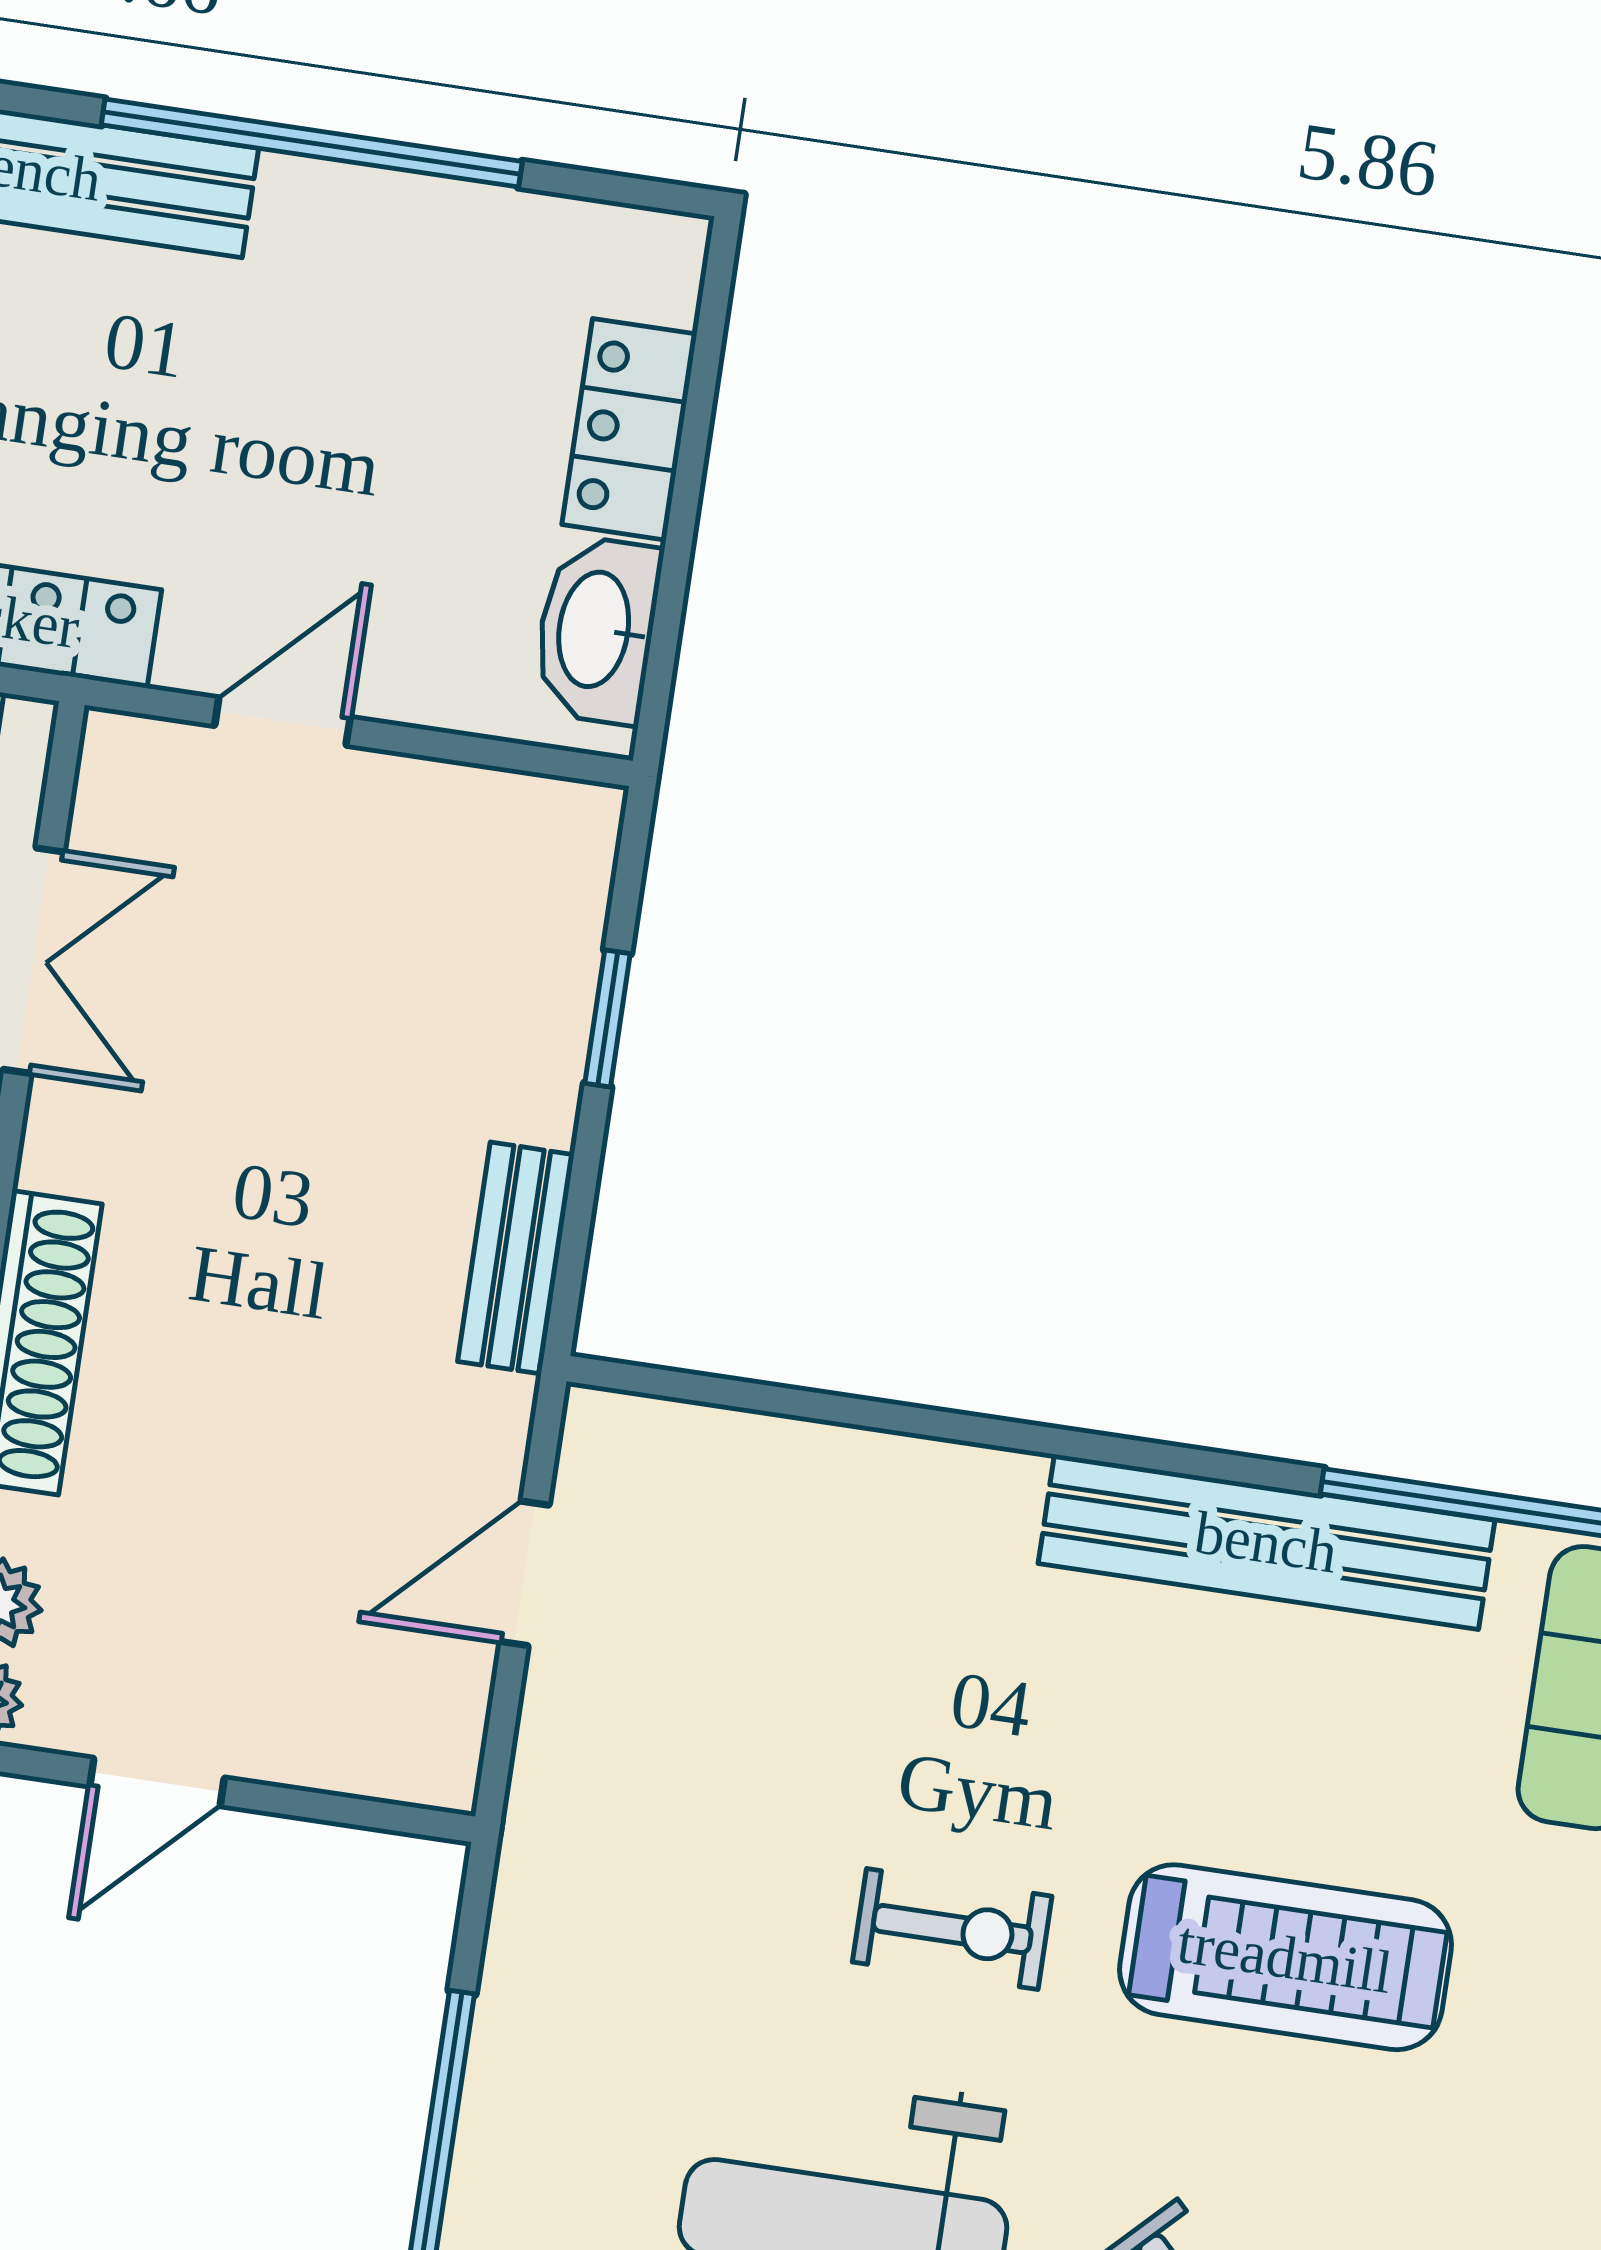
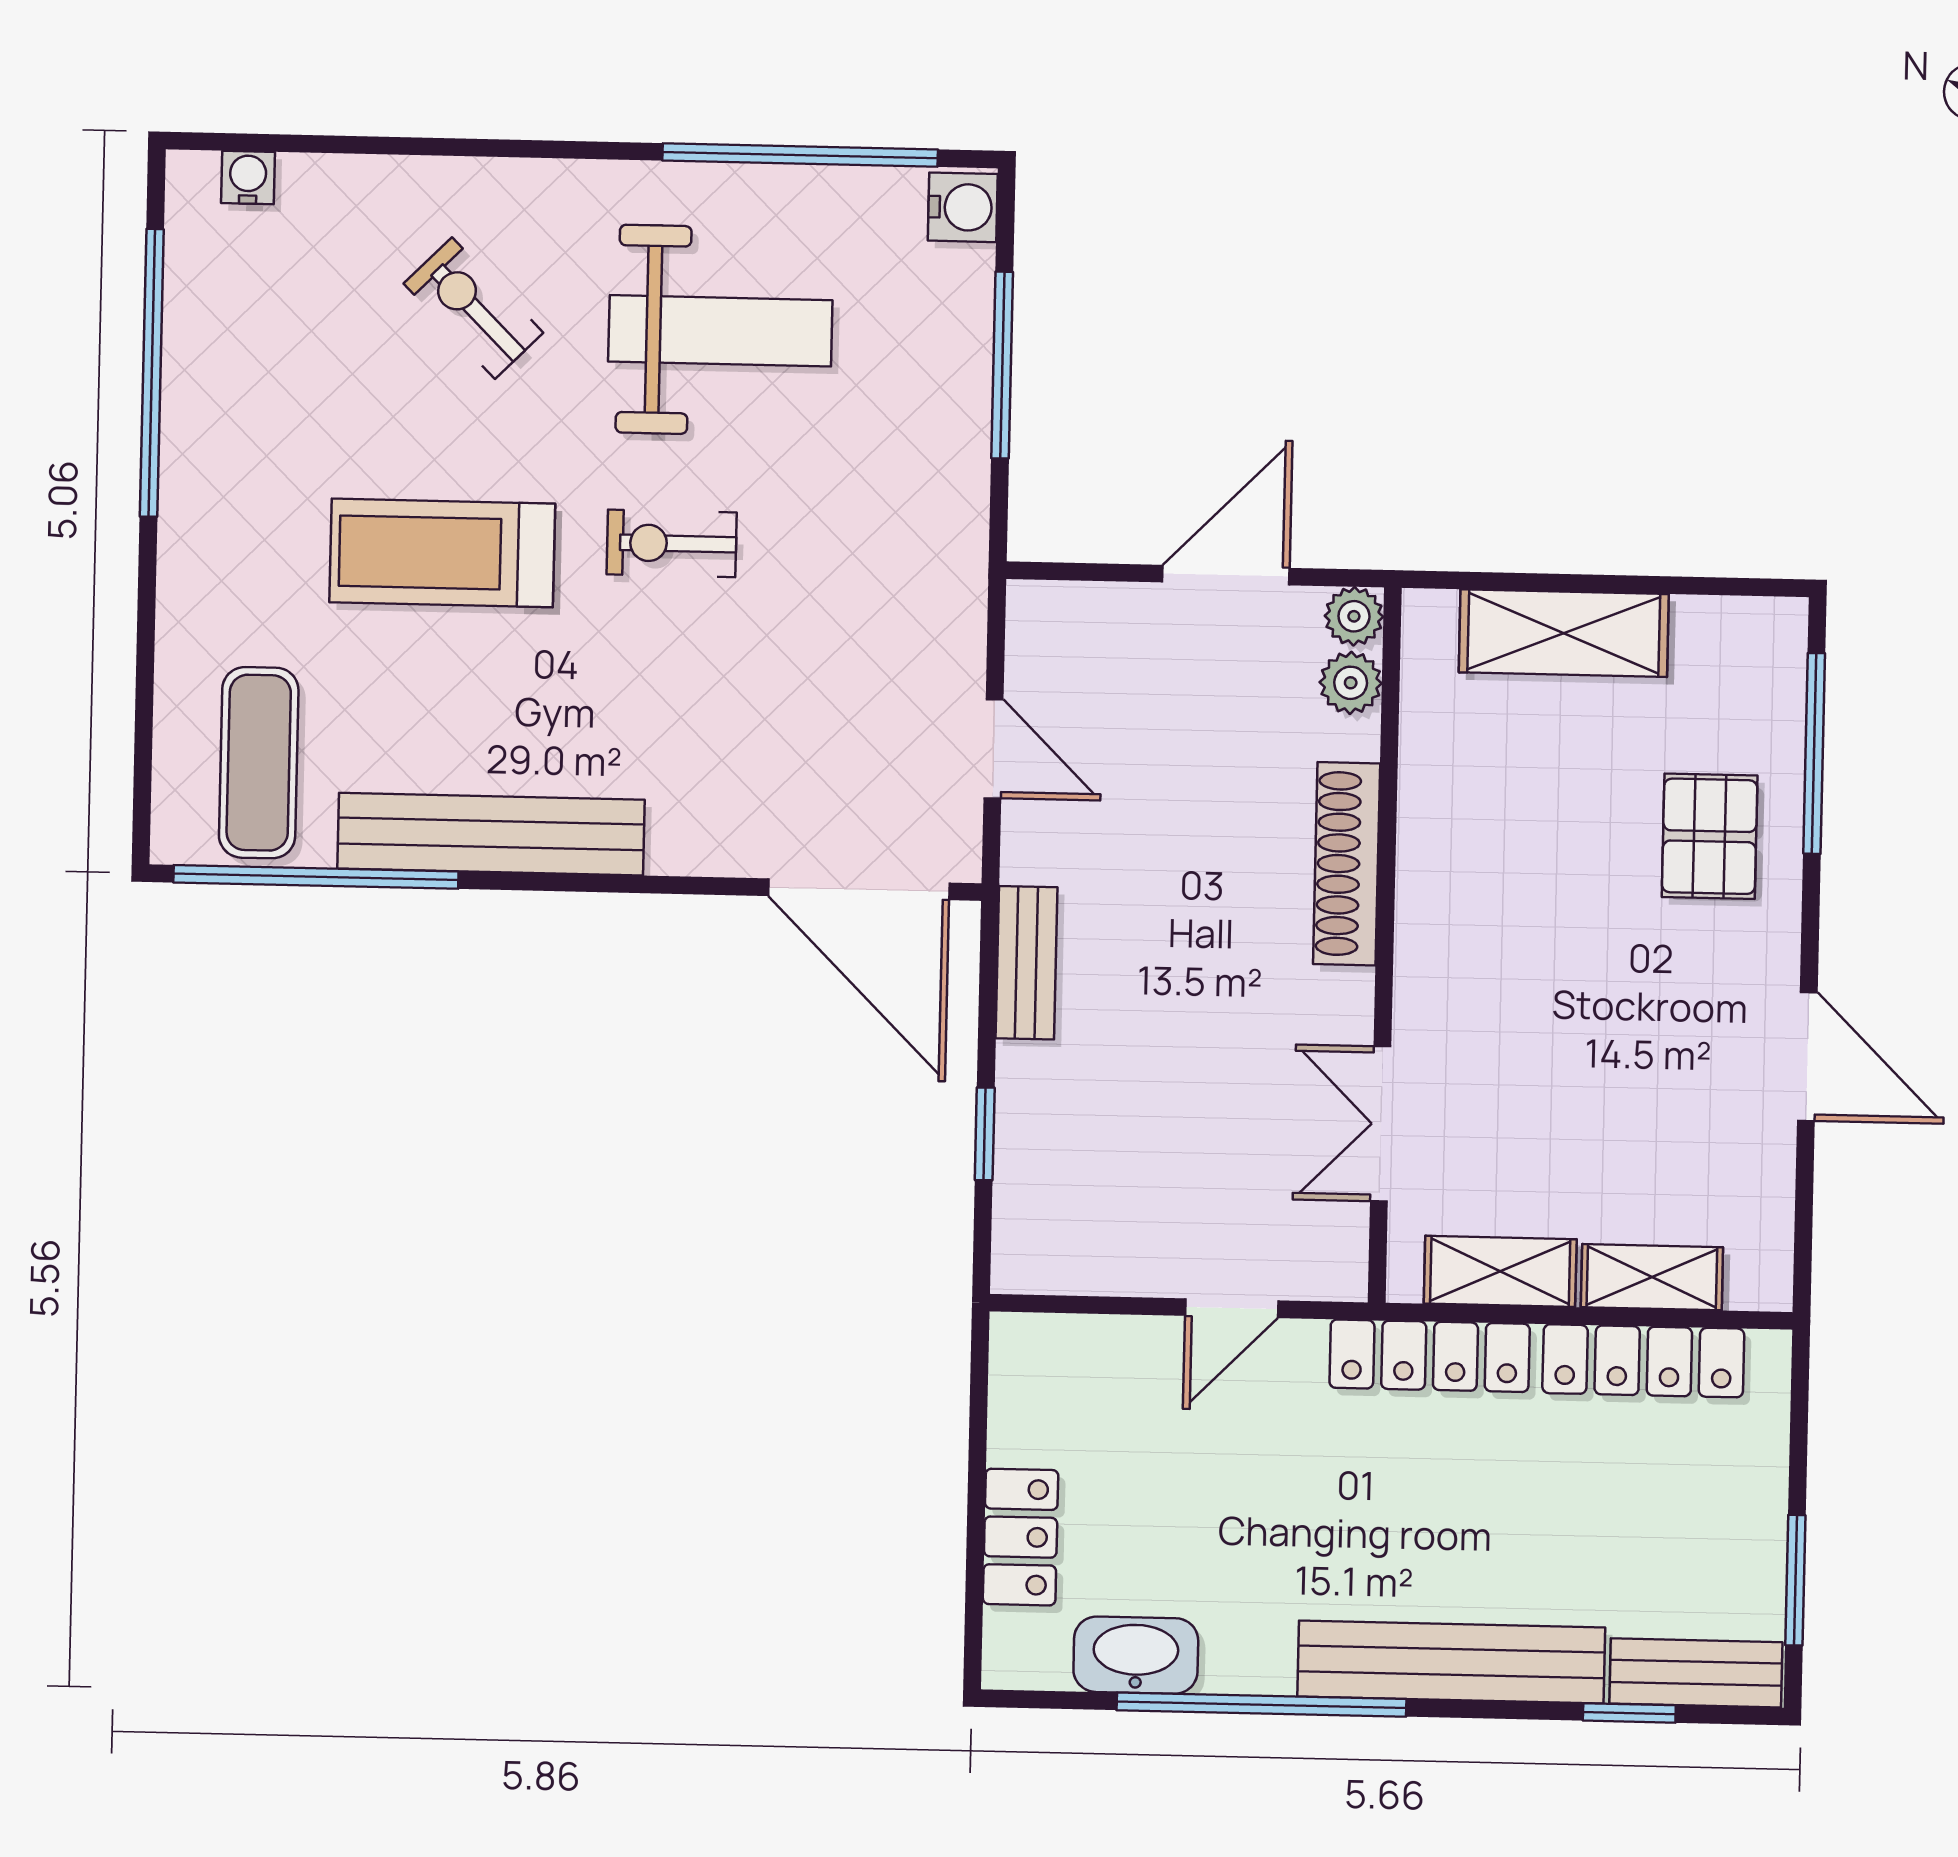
washbasin: (597, 630) -> (1136, 1655), moved, turned -90
door: (745, 1395) -> (859, 889), added
door: (525, 1573) -> (993, 749), hinge flipped
door: (157, 1782) -> (1226, 575), width x1.38

